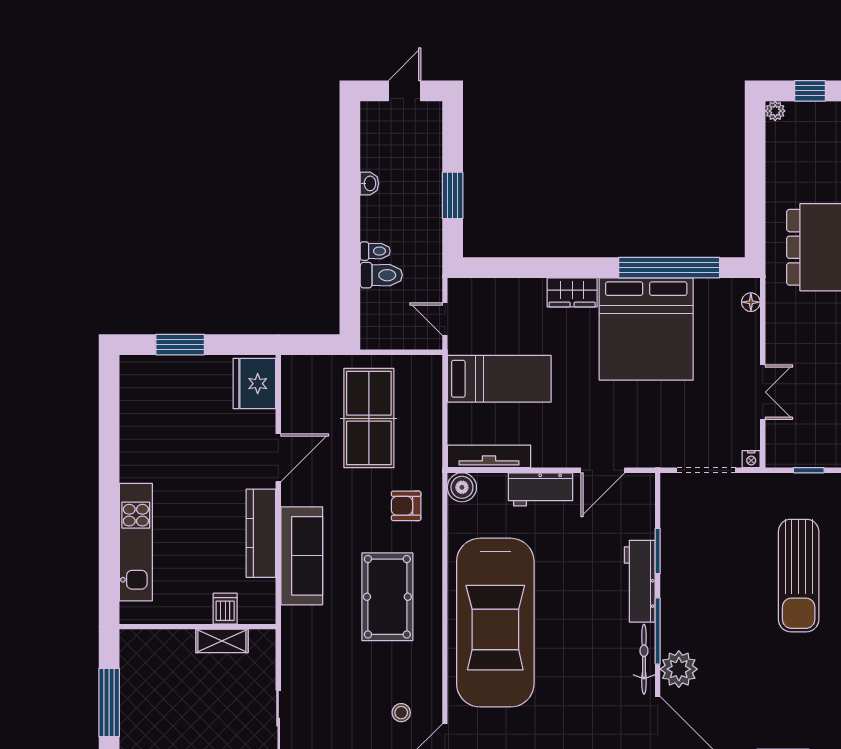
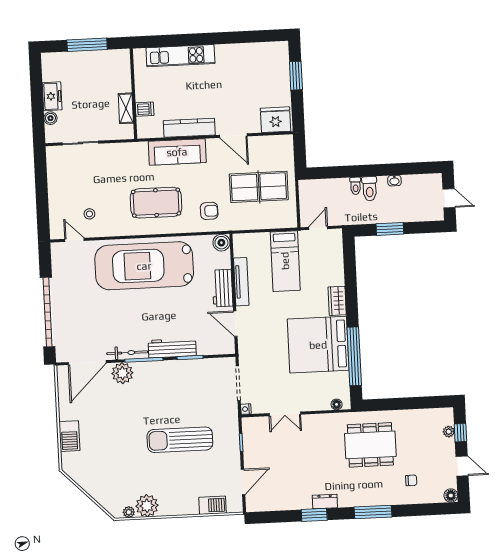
plant: (775, 111) -> (449, 432), moved
toilet: (381, 275) -> (370, 189), moved
tv unit: (489, 456) -> (241, 282), moved
armchair: (406, 506) -> (209, 211), turned 90

